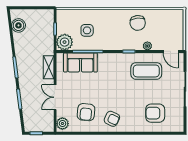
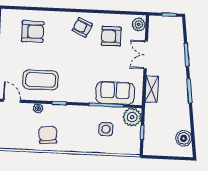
double door: (55, 97) -> (146, 55), swing flipped
armchair: (86, 112) -> (111, 36), turned -95

